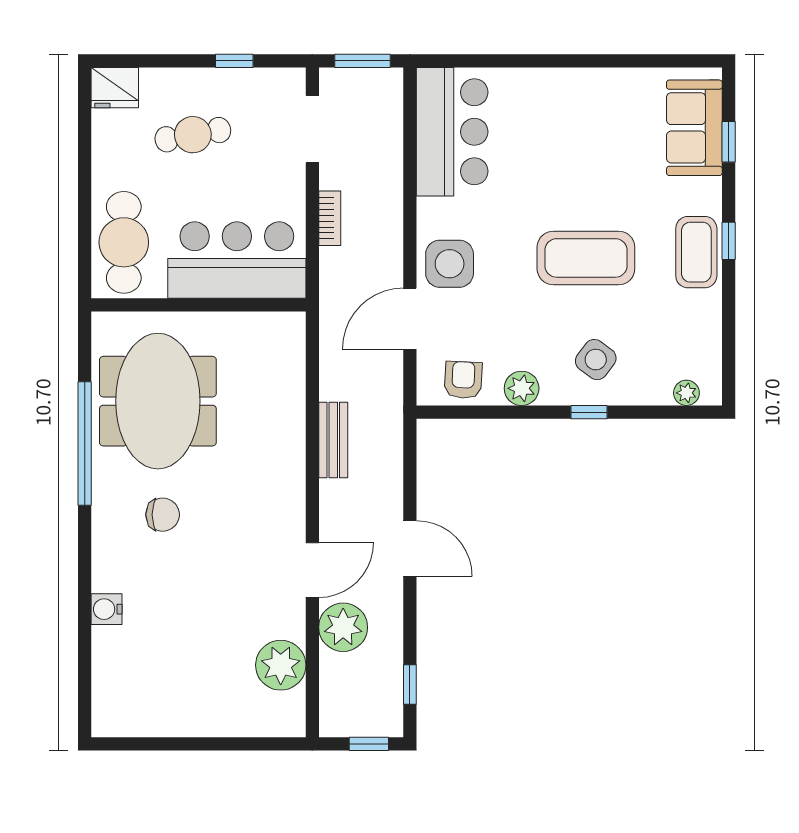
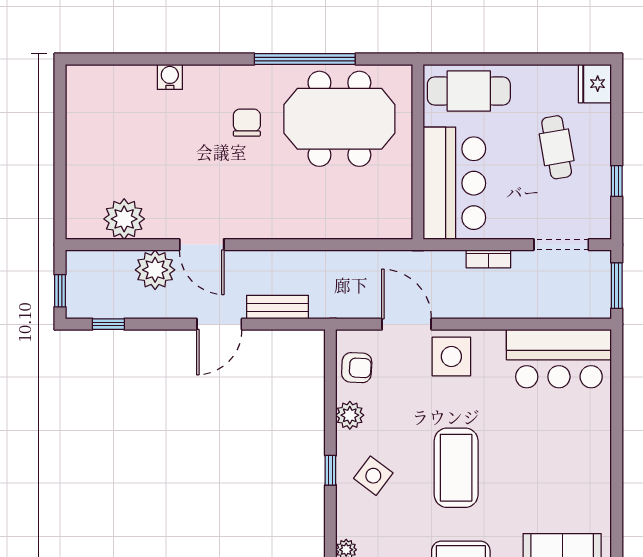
bench: (333, 440) -> (278, 307), moved
chair: (163, 515) -> (247, 123), turned 180

